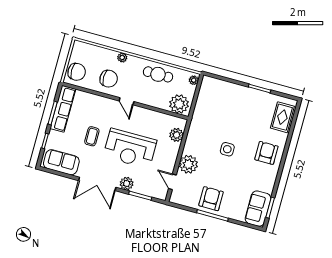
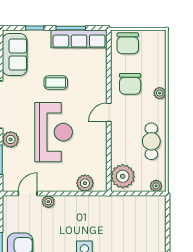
reception desk: (130, 148) -> (54, 132), turned 180
plant: (188, 164) -> (48, 202), width x0.53, depth x0.53

